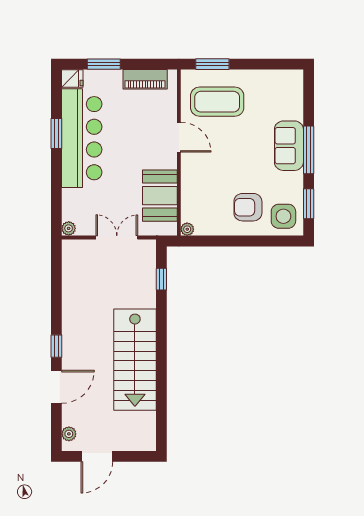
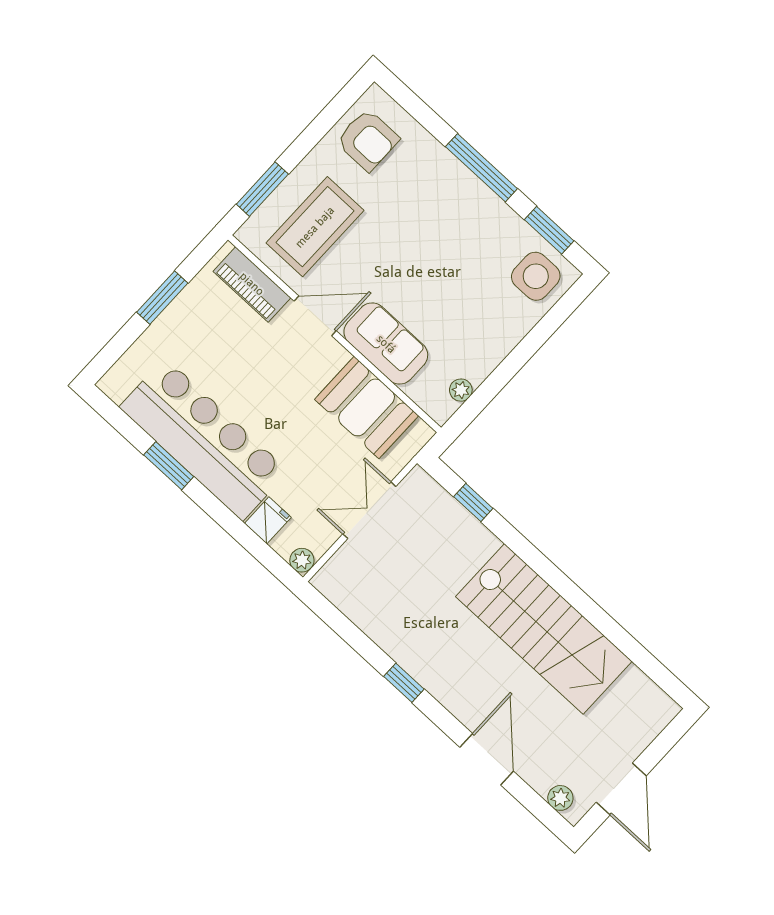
window: (104, 64) -> (162, 298), moved
fridge: (72, 78) -> (268, 520), moved
piano: (145, 79) -> (252, 284), moved, turned 90
sofa: (289, 146) -> (386, 344), moved, turned 180
armchair: (248, 207) -> (368, 140), moved, turned -90
plant: (187, 229) -> (461, 390), moved
window: (56, 346) -> (404, 683), moved

